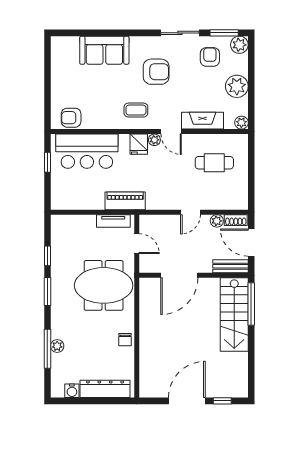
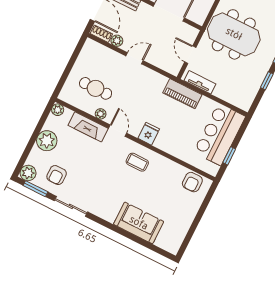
armchair: (156, 72) -> (106, 185), removed
armchair: (71, 118) -> (192, 182), turned 90
plant: (154, 140) -> (101, 114), moved
bar counter: (87, 151) -> (219, 134), moved, turned -90

